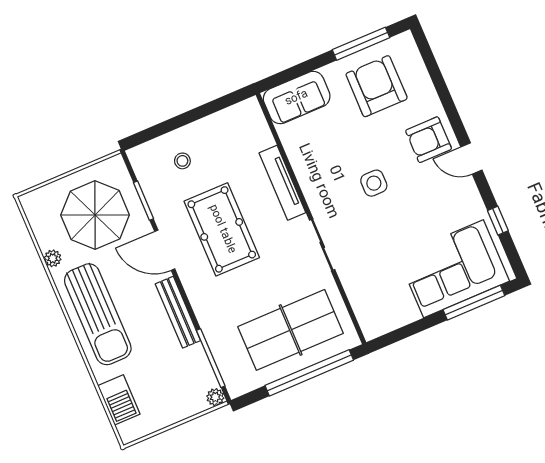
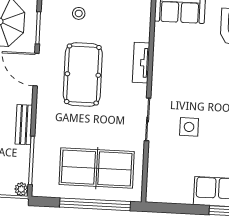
tv unit: (282, 183) -> (141, 63), width x0.71
side table: (374, 183) -> (189, 127), moved
bench: (178, 312) -> (24, 125), width x0.73

